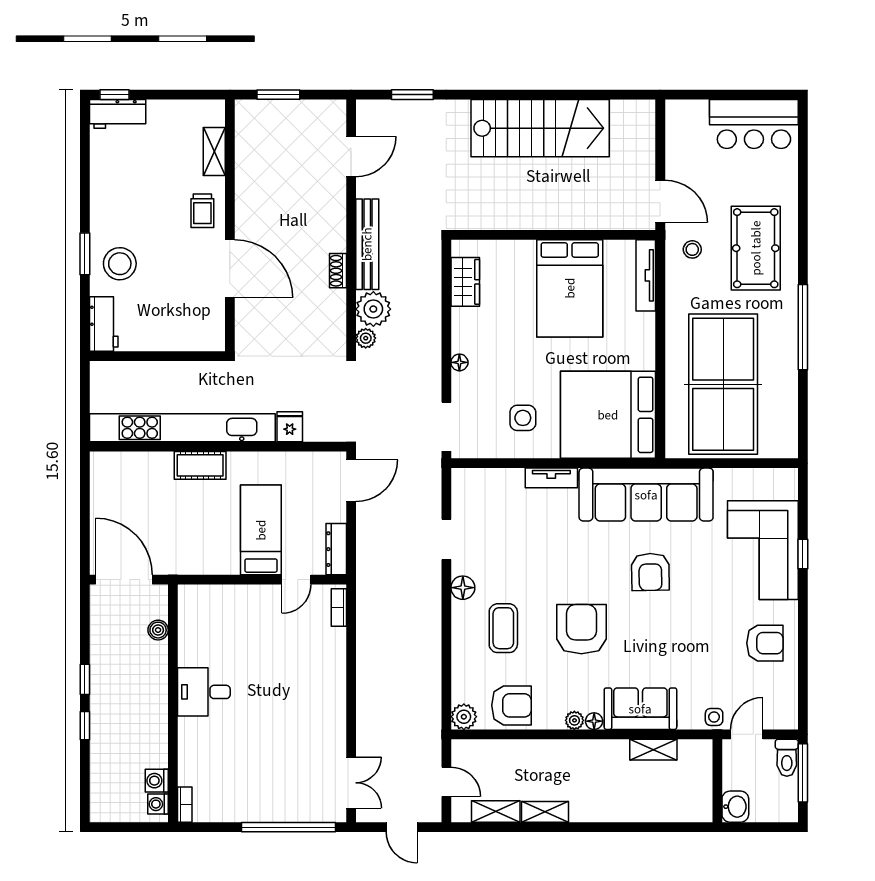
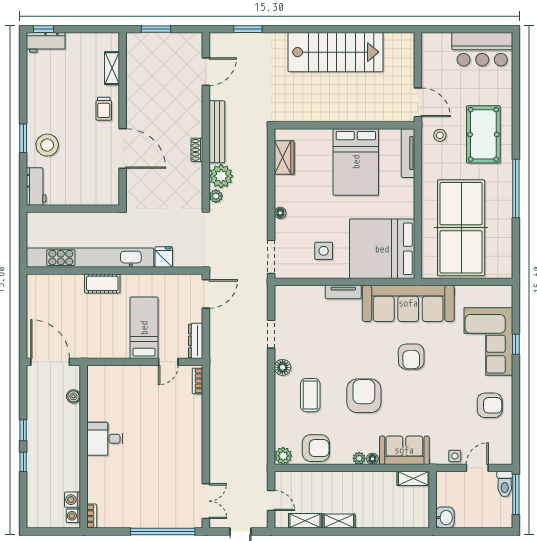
wall: (717, 781) -> (433, 500), moved
washbasin: (735, 807) -> (445, 518), moved

